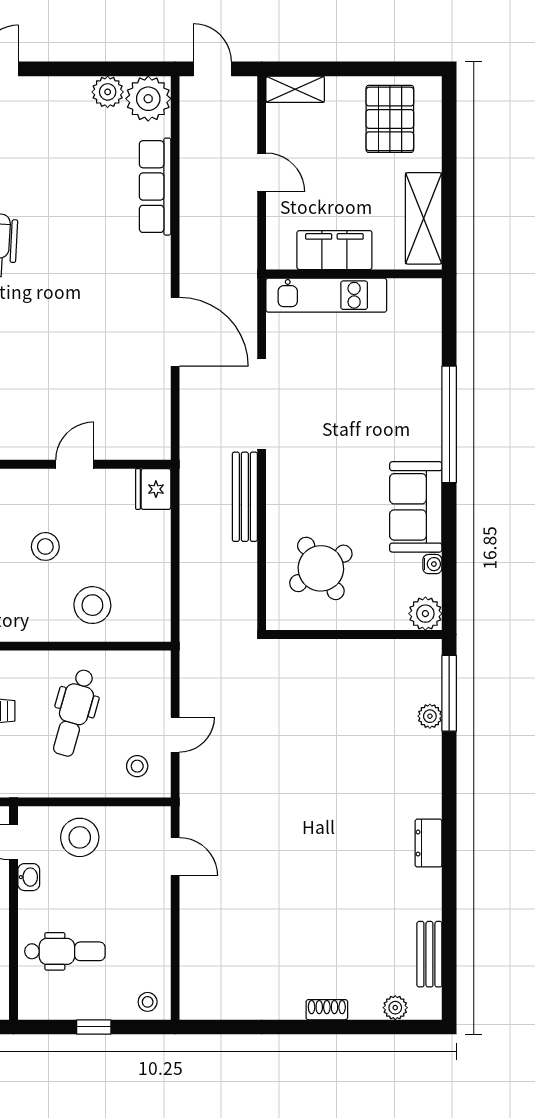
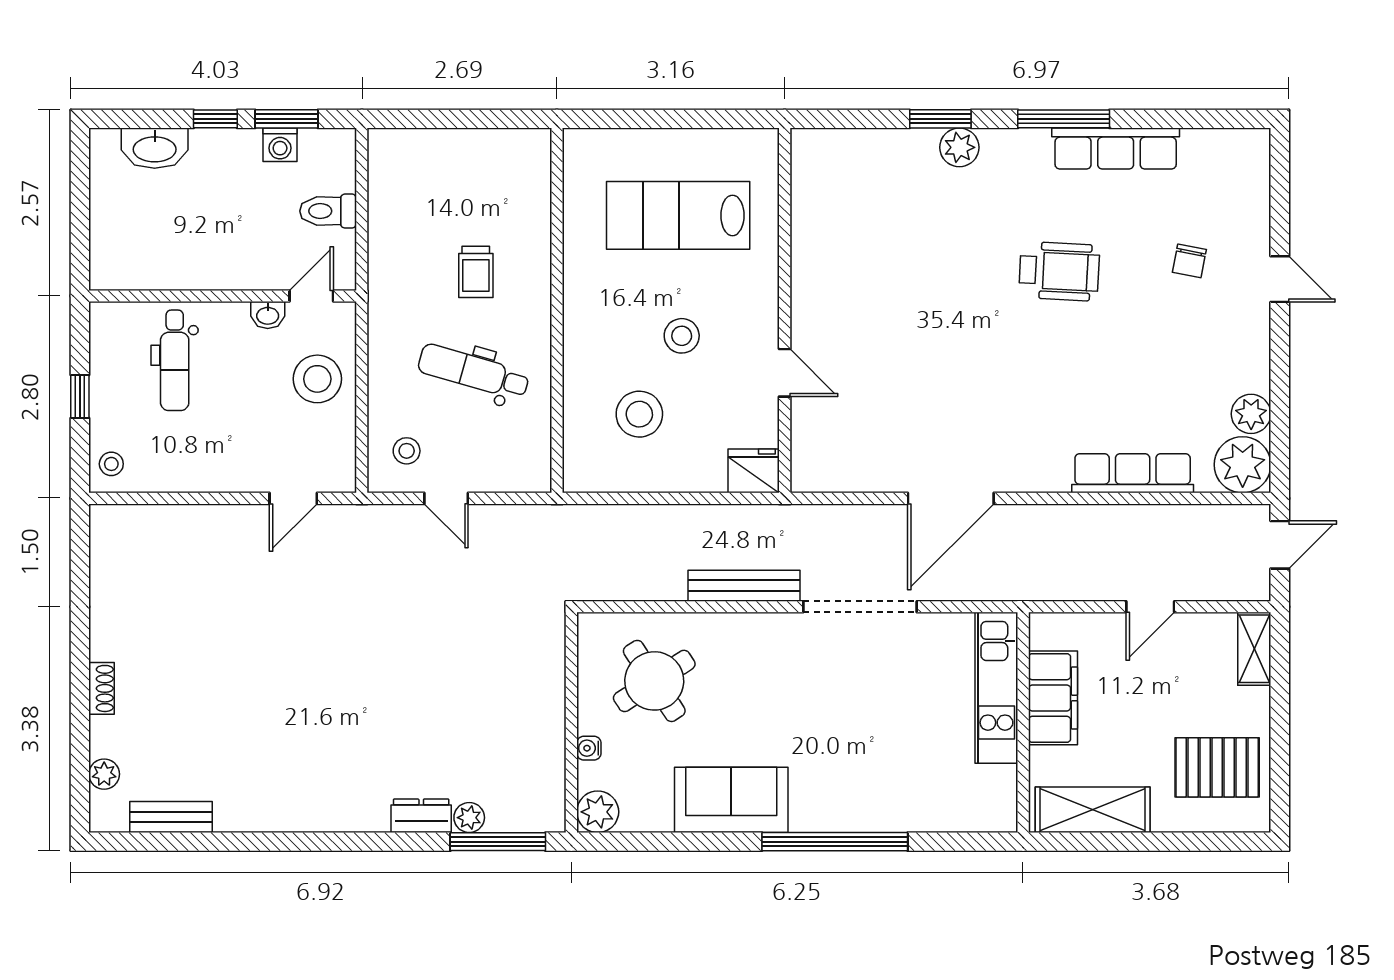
water cooler: (432, 564) -> (589, 748), moved, turned 90
stool: (92, 605) -> (639, 414), moved
dresser: (429, 843) -> (421, 816), moved

